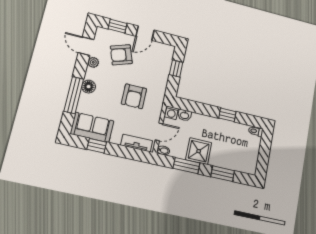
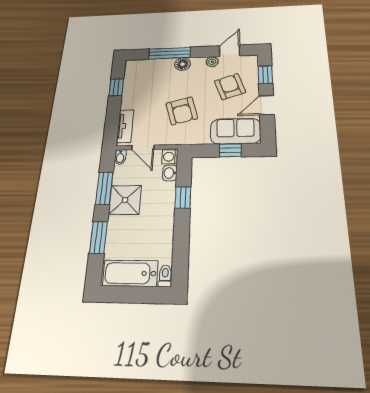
door: (145, 33) -> (267, 105), hinge flipped
armchair: (134, 96) -> (182, 111), turned -105
window: (227, 115) -> (183, 198), moved
sofa: (92, 127) -> (235, 131), moved, turned -90
bathtub: (250, 154) -> (130, 273), added

